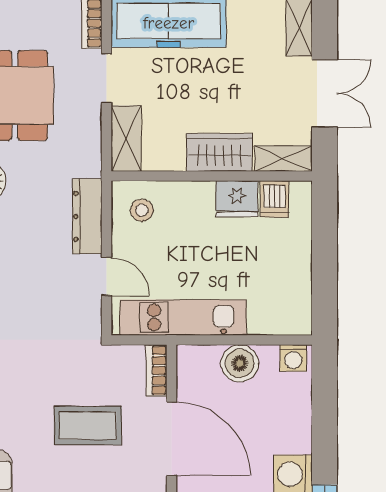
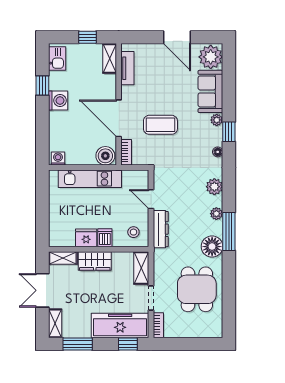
dishwasher: (275, 199) -> (105, 238), moved
kitchen unit: (183, 317) -> (90, 179), moved
boiler: (240, 363) -> (105, 156), moved

